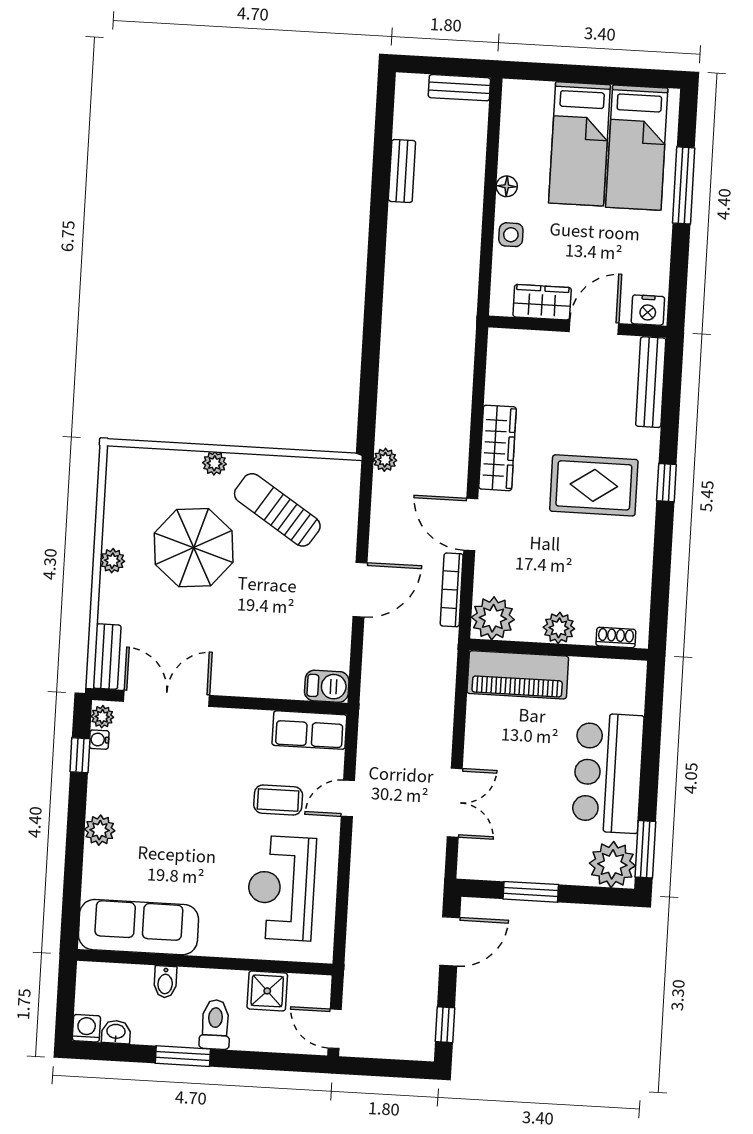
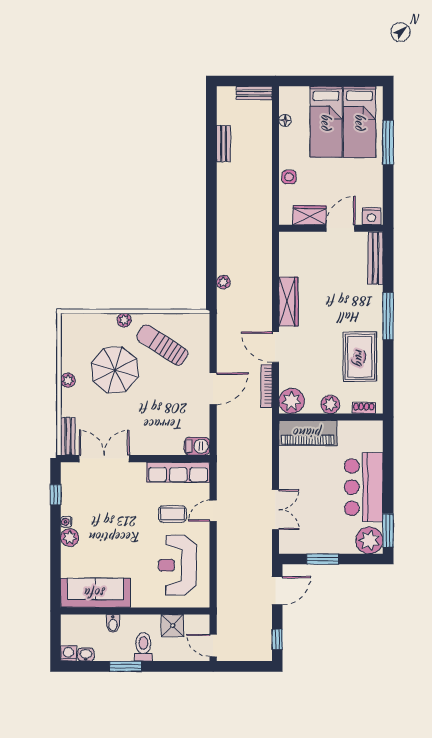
floor lamp: (507, 186) -> (285, 120), moved
plant: (385, 460) -> (223, 282), moved
window: (666, 483) -> (388, 316), width x2.17
rug: (594, 485) -> (360, 357), moved, turned 90
plant: (102, 717) -> (67, 471), removed
row of seats: (309, 730) -> (178, 472), width x1.48
water cooler: (99, 740) -> (66, 522), moved

